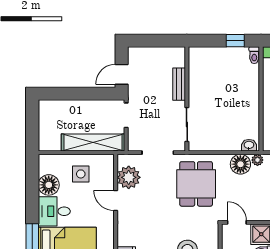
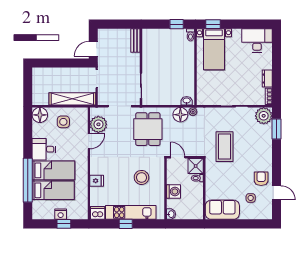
bench: (179, 84) -> (135, 40), moved
floor lamp: (49, 185) -> (40, 115), moved
door: (116, 201) -> (89, 141), swing flipped

